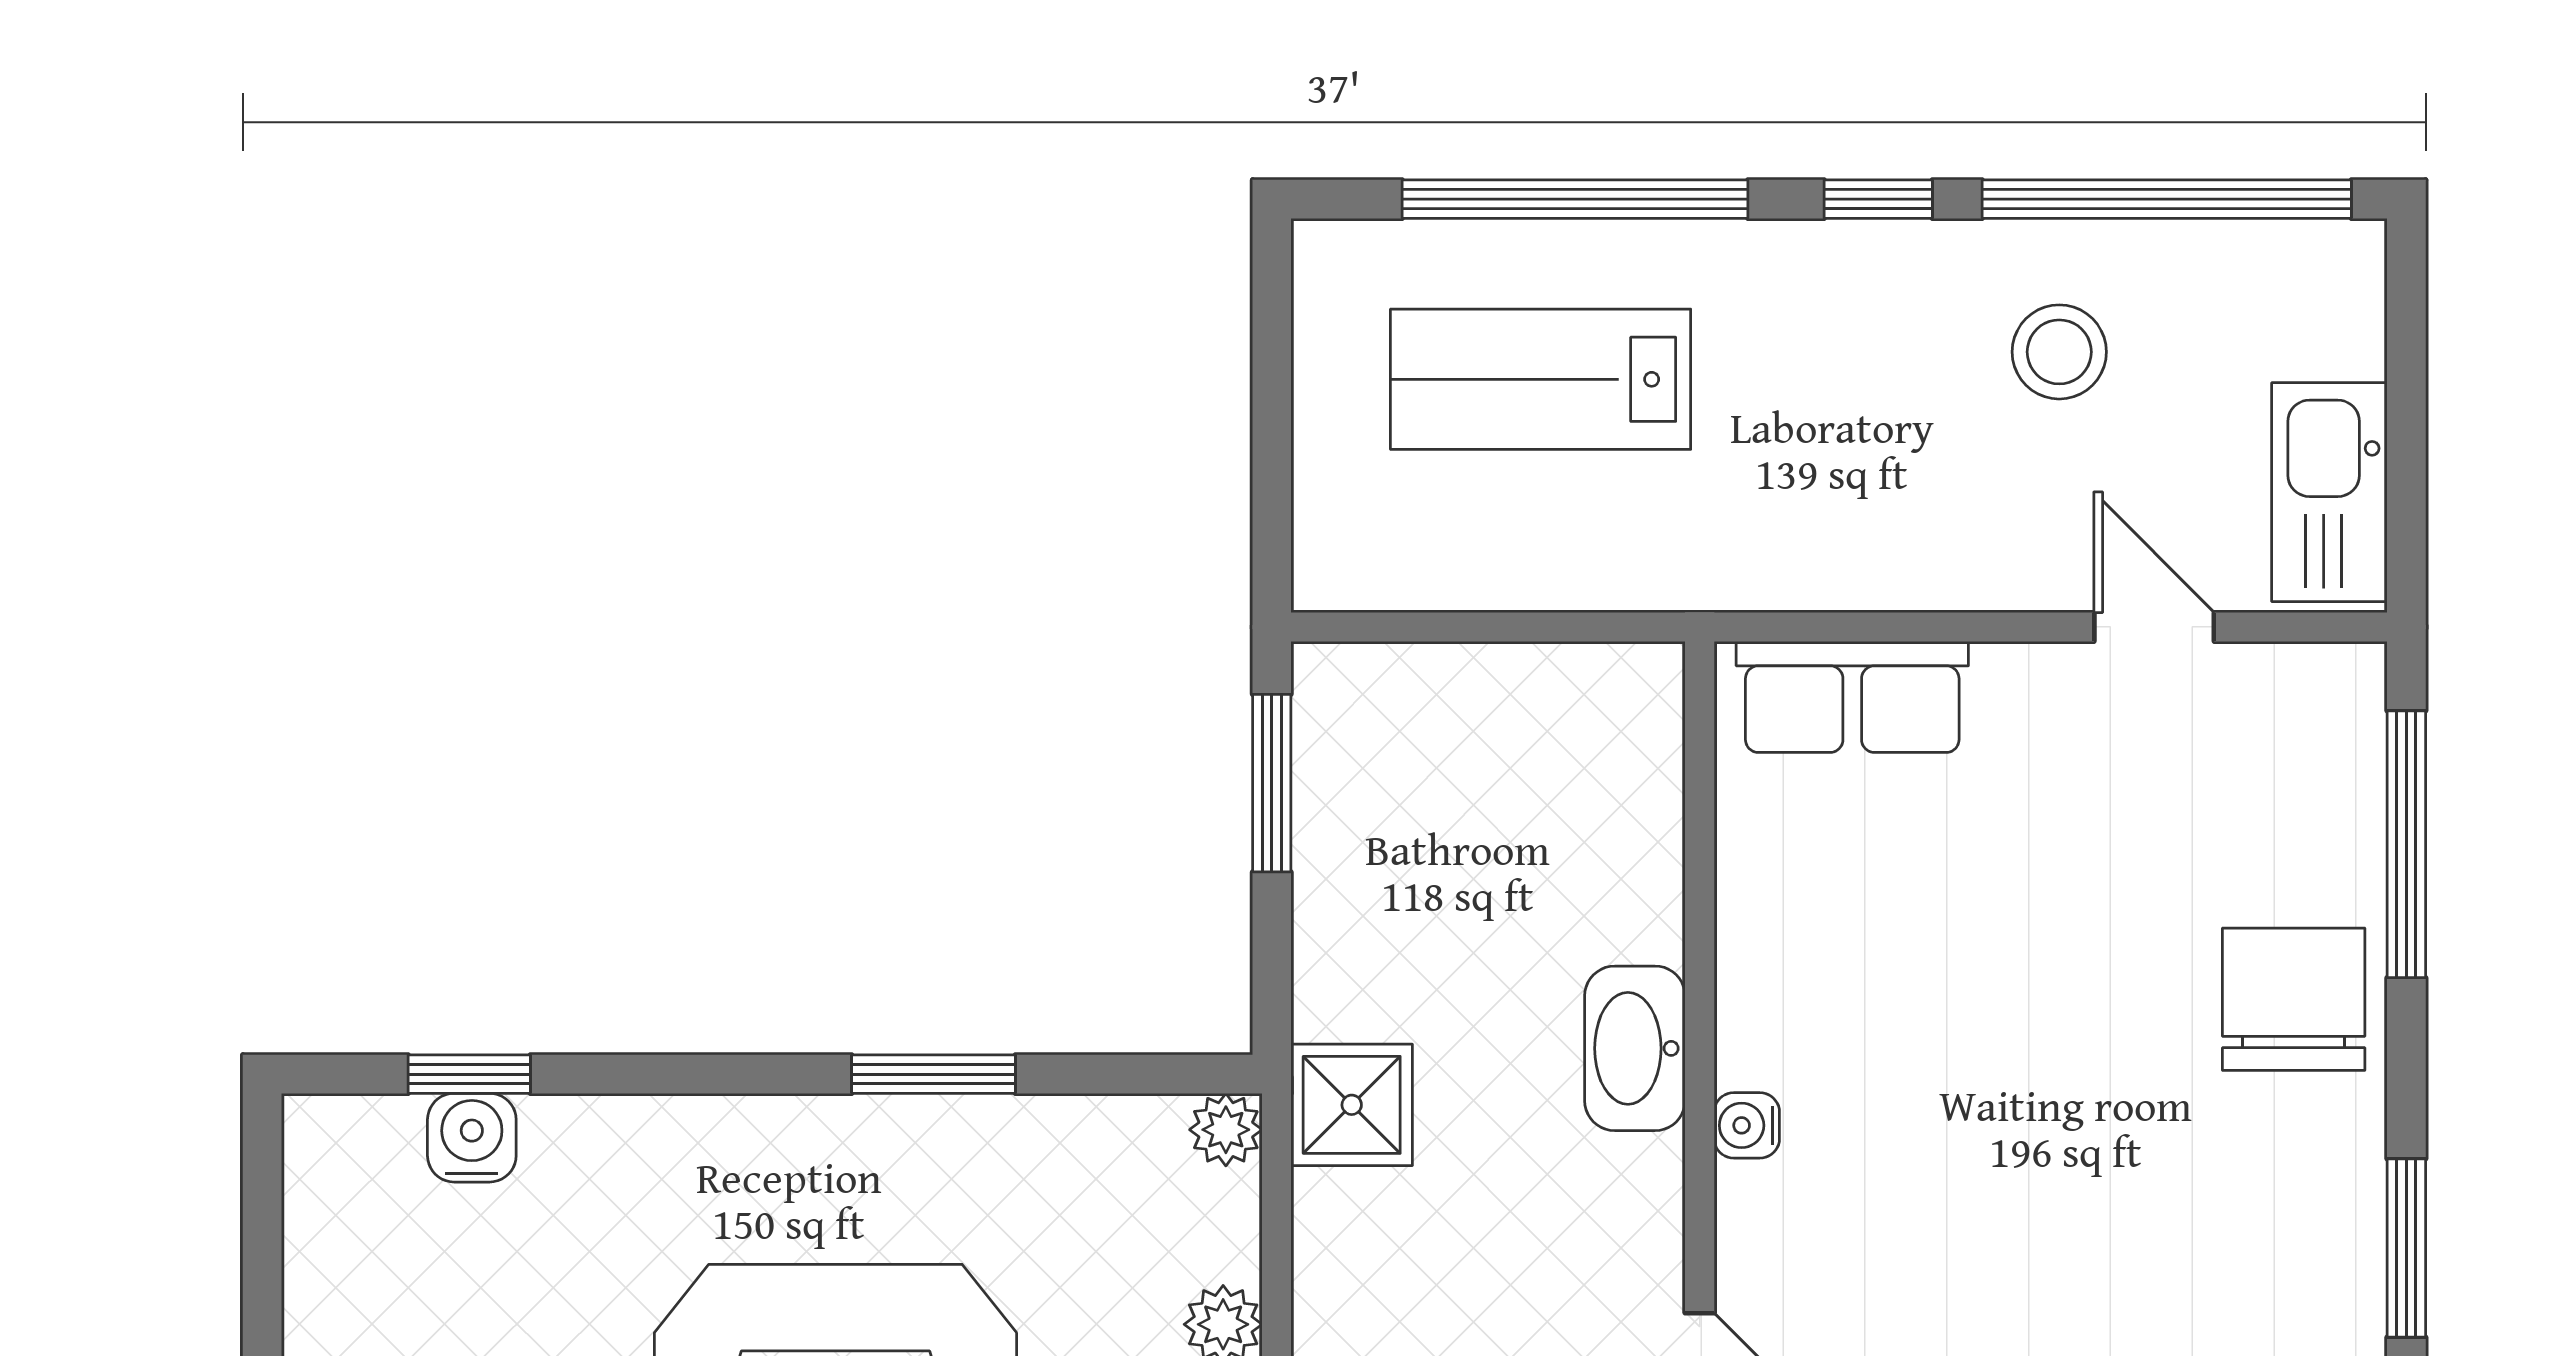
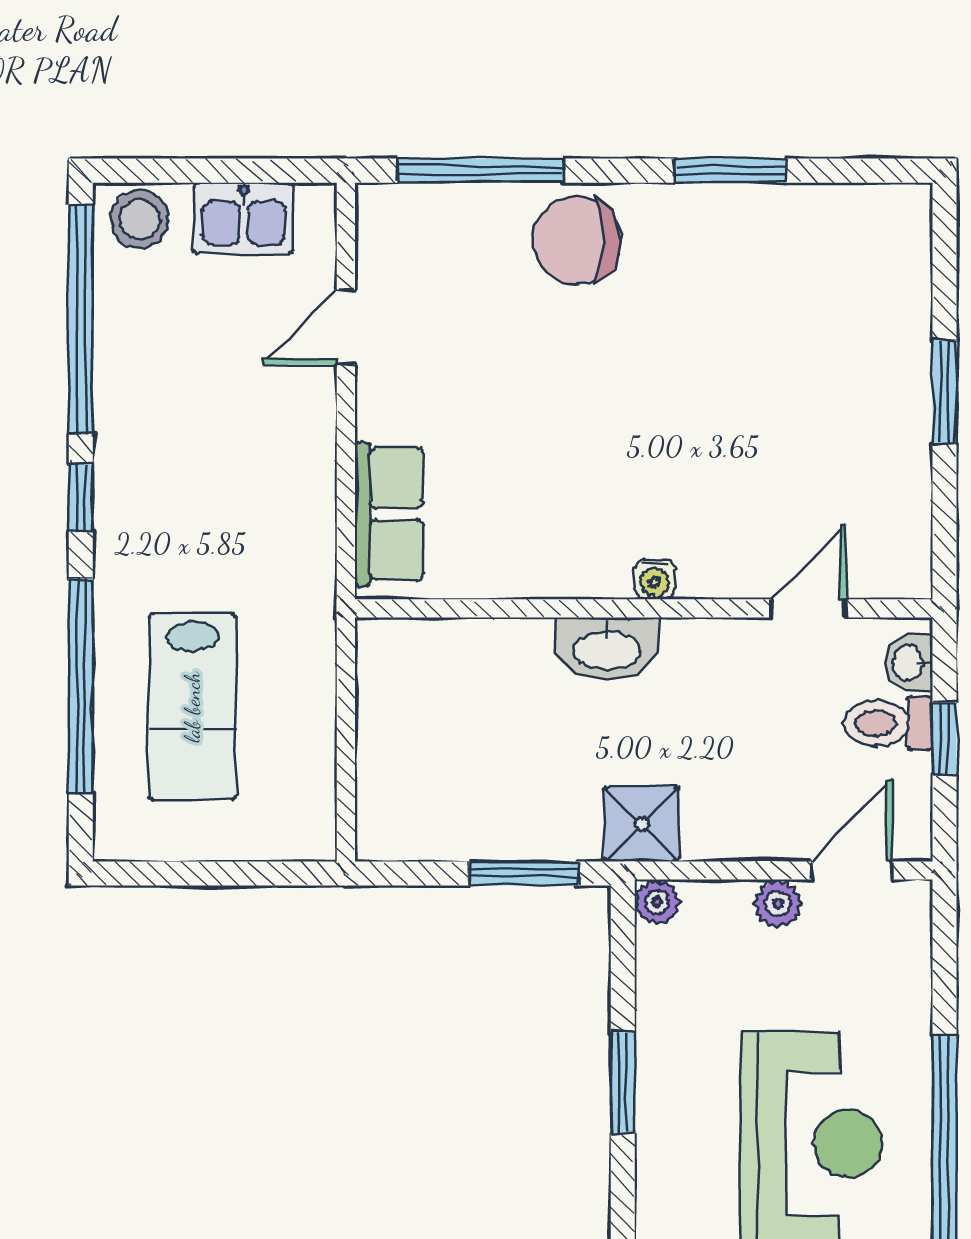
stool: (2059, 352) -> (140, 219), moved
kitchen sink: (2329, 492) -> (244, 218), width x0.73
window: (1272, 783) -> (524, 873), moved

